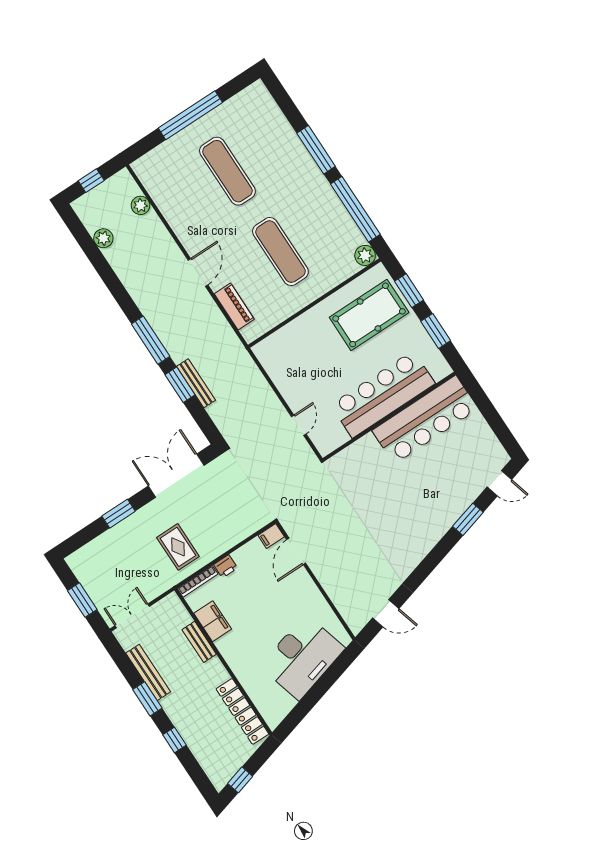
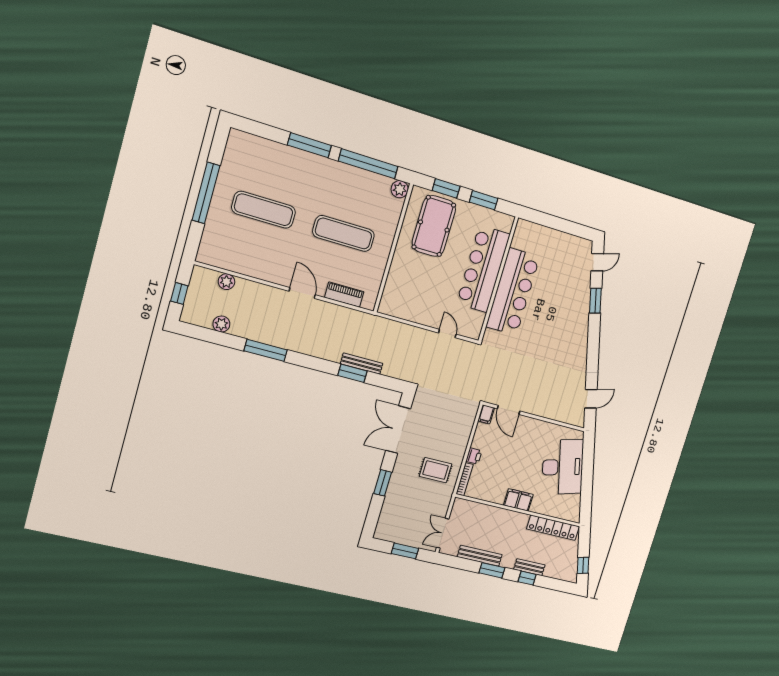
window: (151, 340) -> (266, 350), moved
bar counter: (425, 420) -> (513, 292), moved
filing cabinet: (213, 621) -> (518, 500), moved
bench: (199, 642) -> (529, 567), moved

